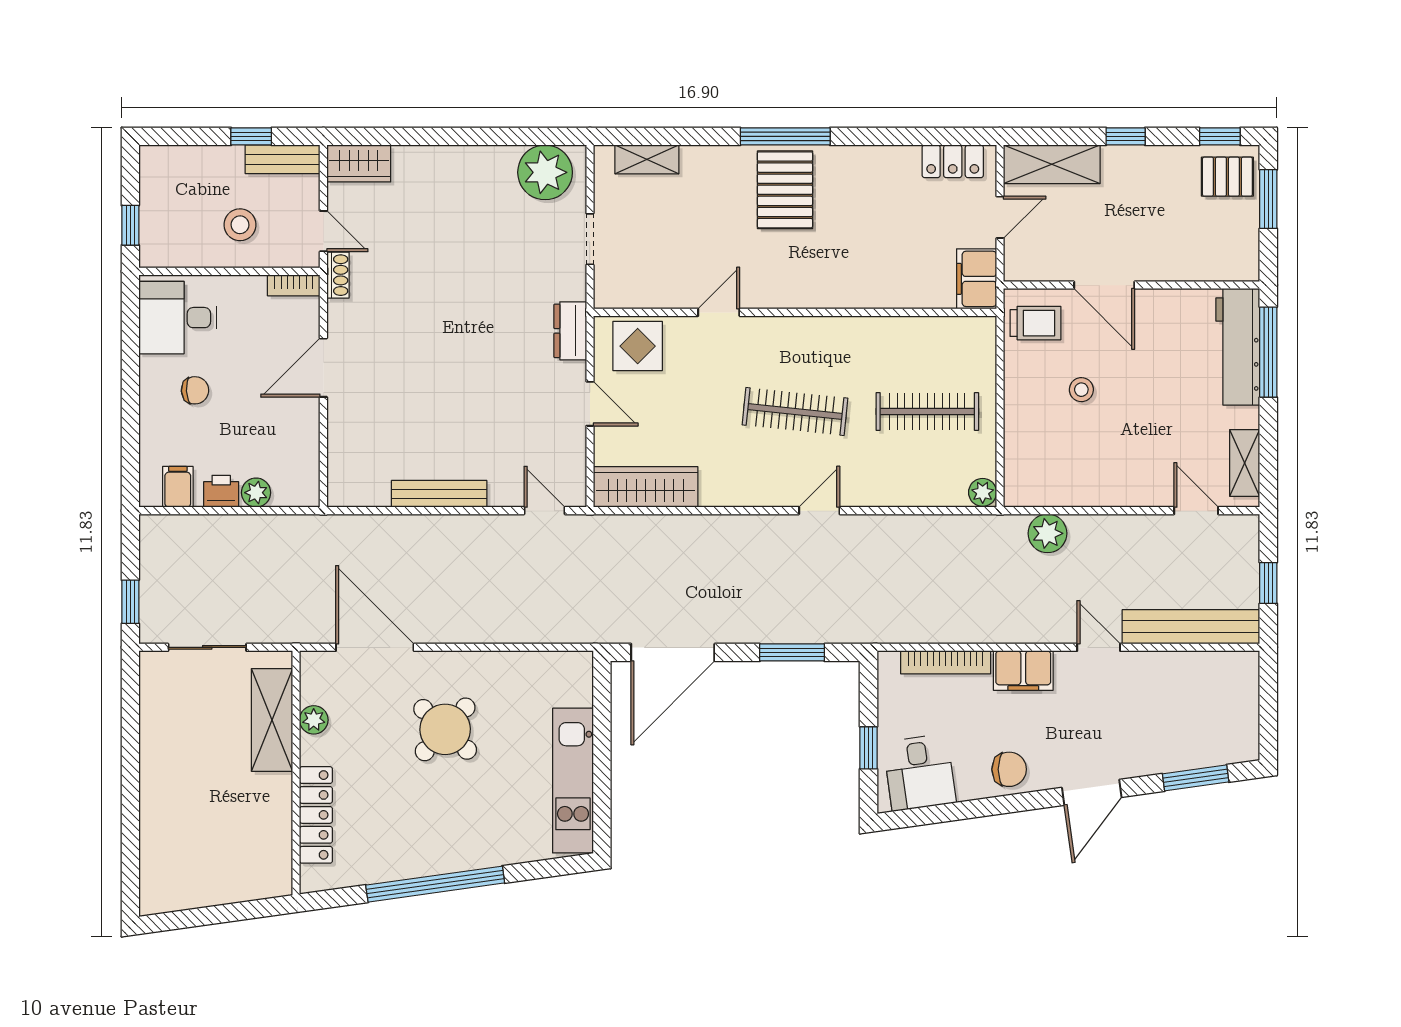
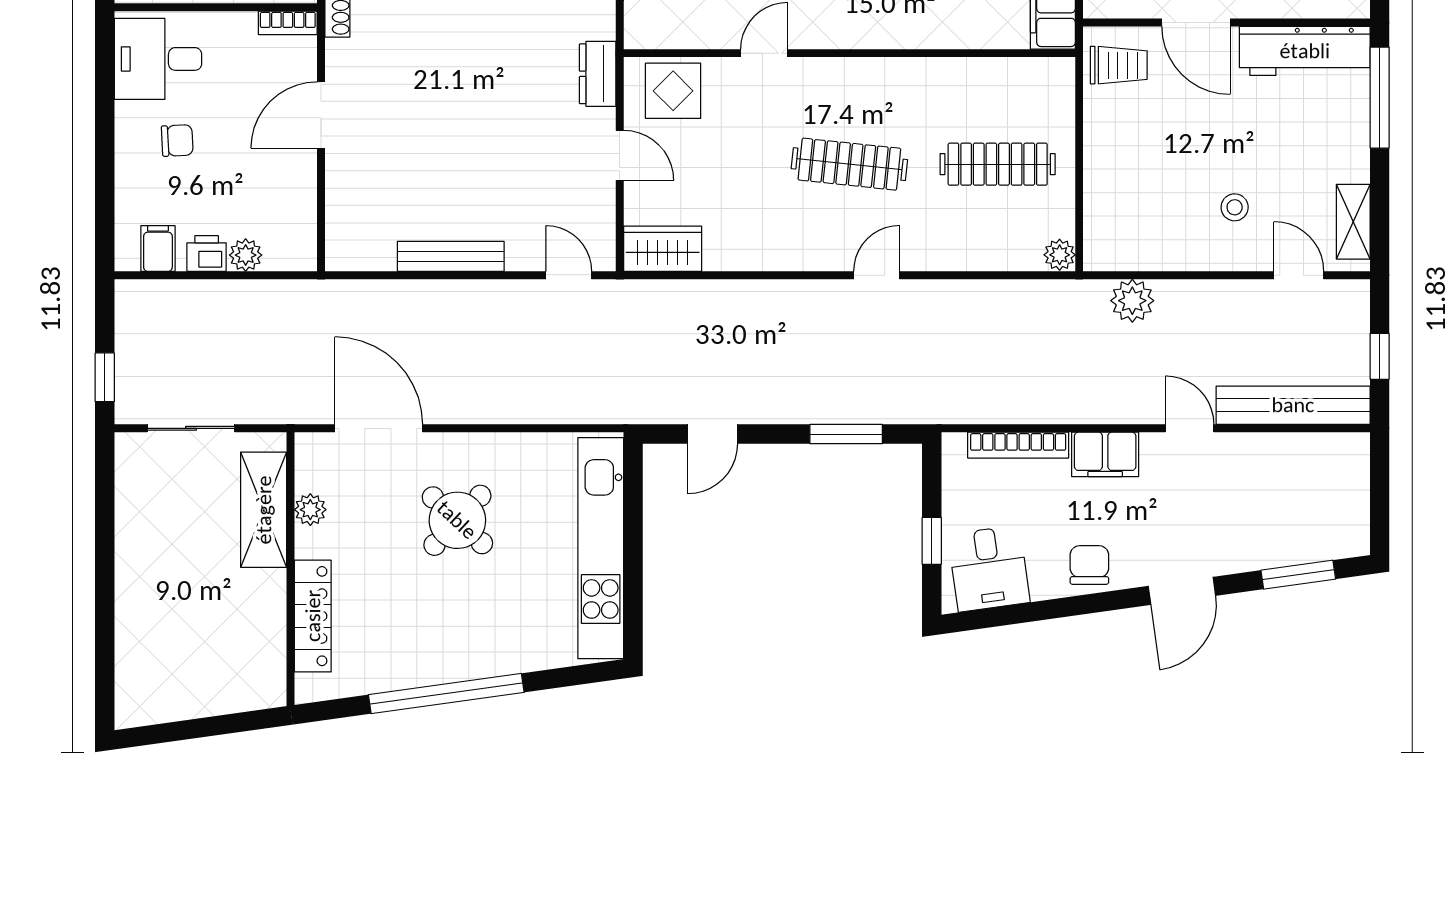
workbench: (1238, 347) -> (1305, 51), moved, turned -90
stool: (1081, 390) -> (1235, 207), moved
wardrobe: (646, 487) -> (663, 249), width x0.67
door: (673, 652) -> (713, 434), width x0.53
chair: (1009, 769) -> (1089, 565), turned -90
kitchen unit: (573, 781) -> (601, 548), width x1.36

